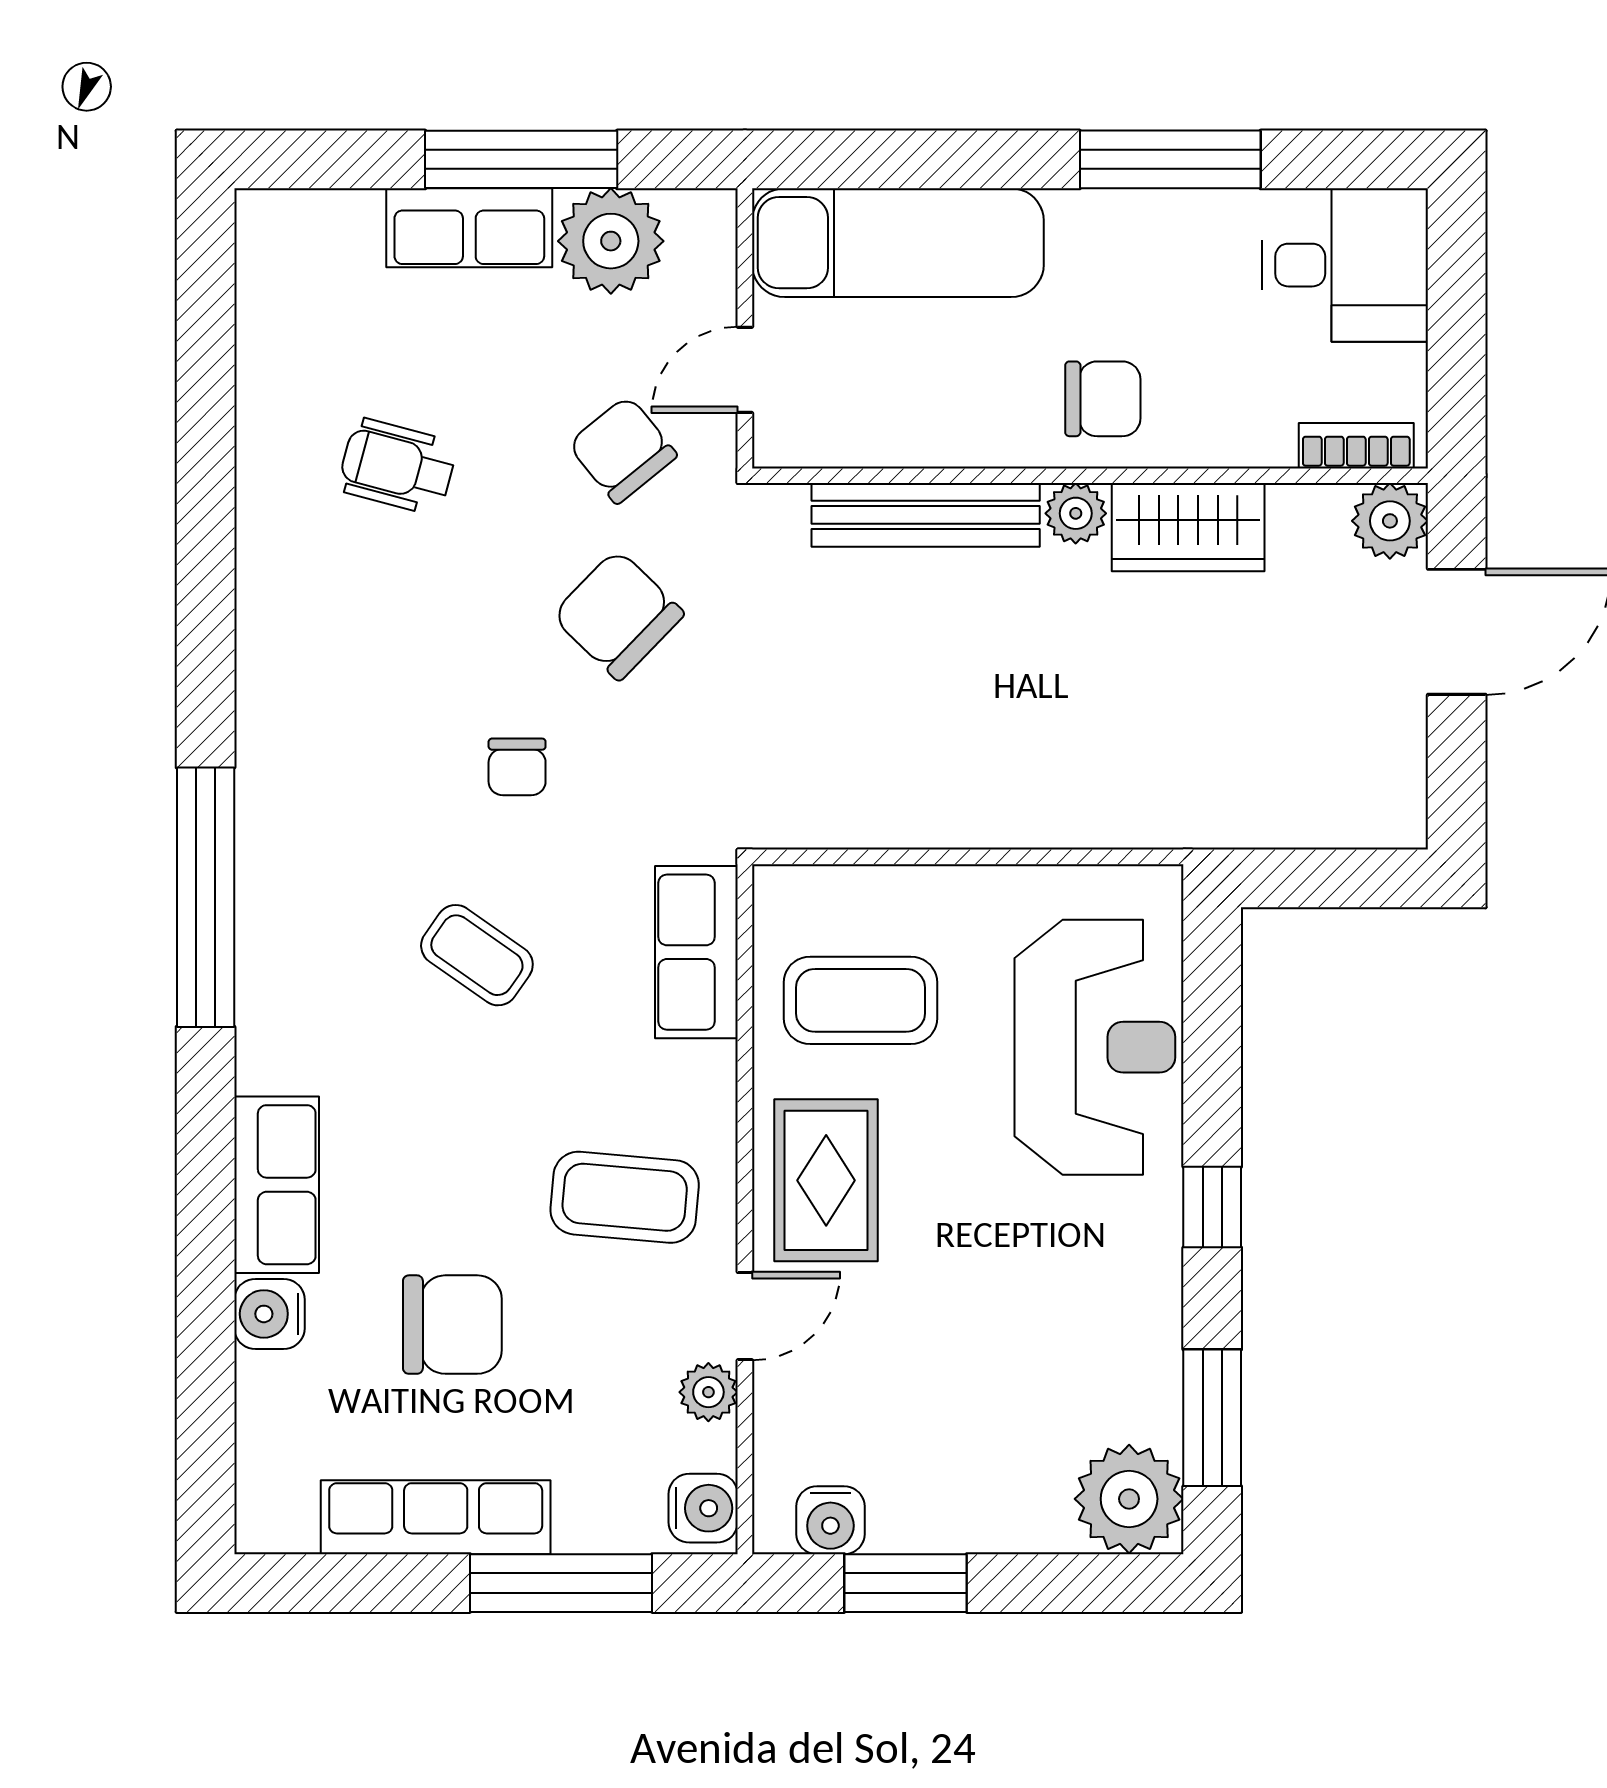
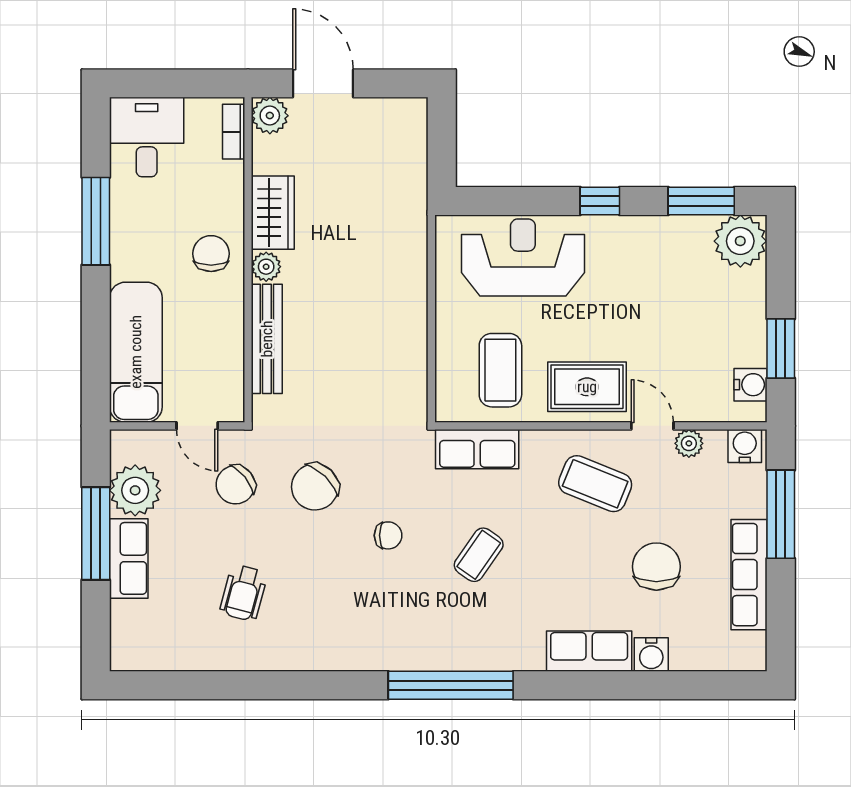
coffee table: (625, 1197) -> (595, 484), turned -73

